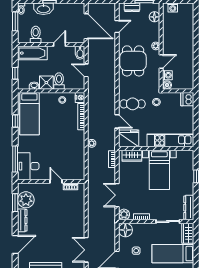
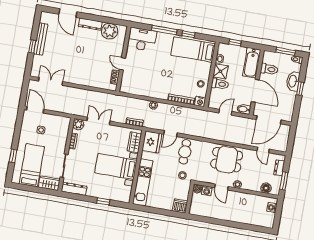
door: (60, 45) -> (255, 91), width x1.88
window: (15, 159) -> (164, 30), moved
door: (56, 181) -> (122, 64), swing flipped
window: (15, 203) -> (109, 20), removed
floor lamp: (125, 230) -> (63, 123), removed

